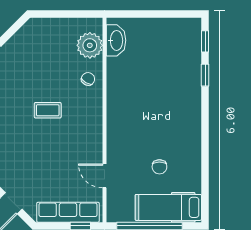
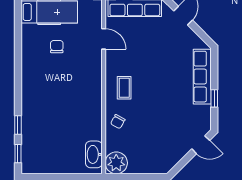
plant: (90, 45) -> (116, 163), moved
coffee table: (48, 110) -> (124, 88), moved, turned 90

